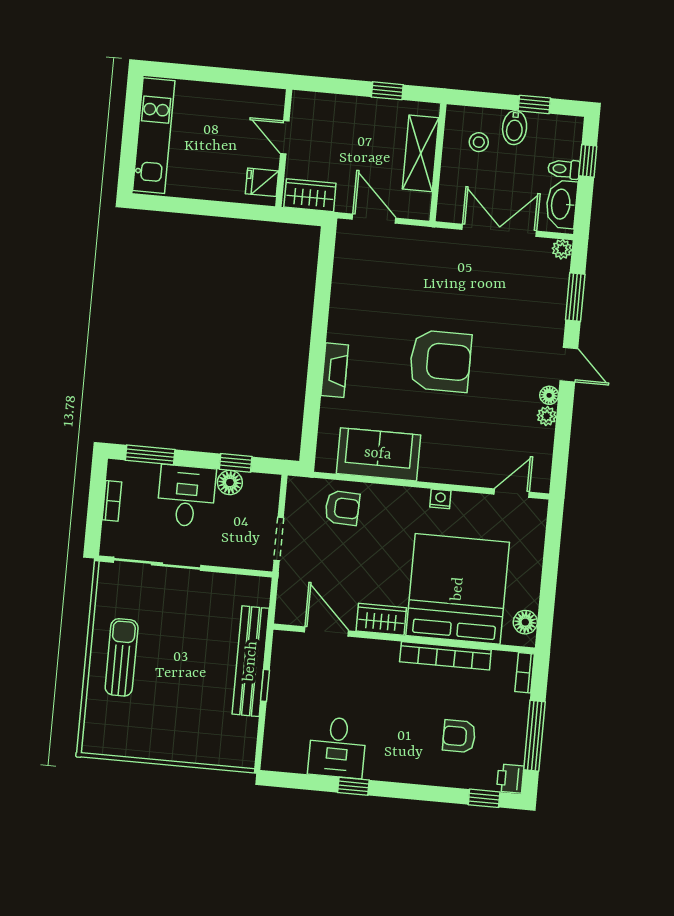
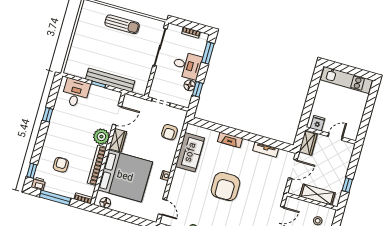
tv unit: (342, 287) -> (266, 150), added
plant: (380, 658) -> (101, 137), added
desk: (337, 747) -> (76, 93), moved, turned 90

